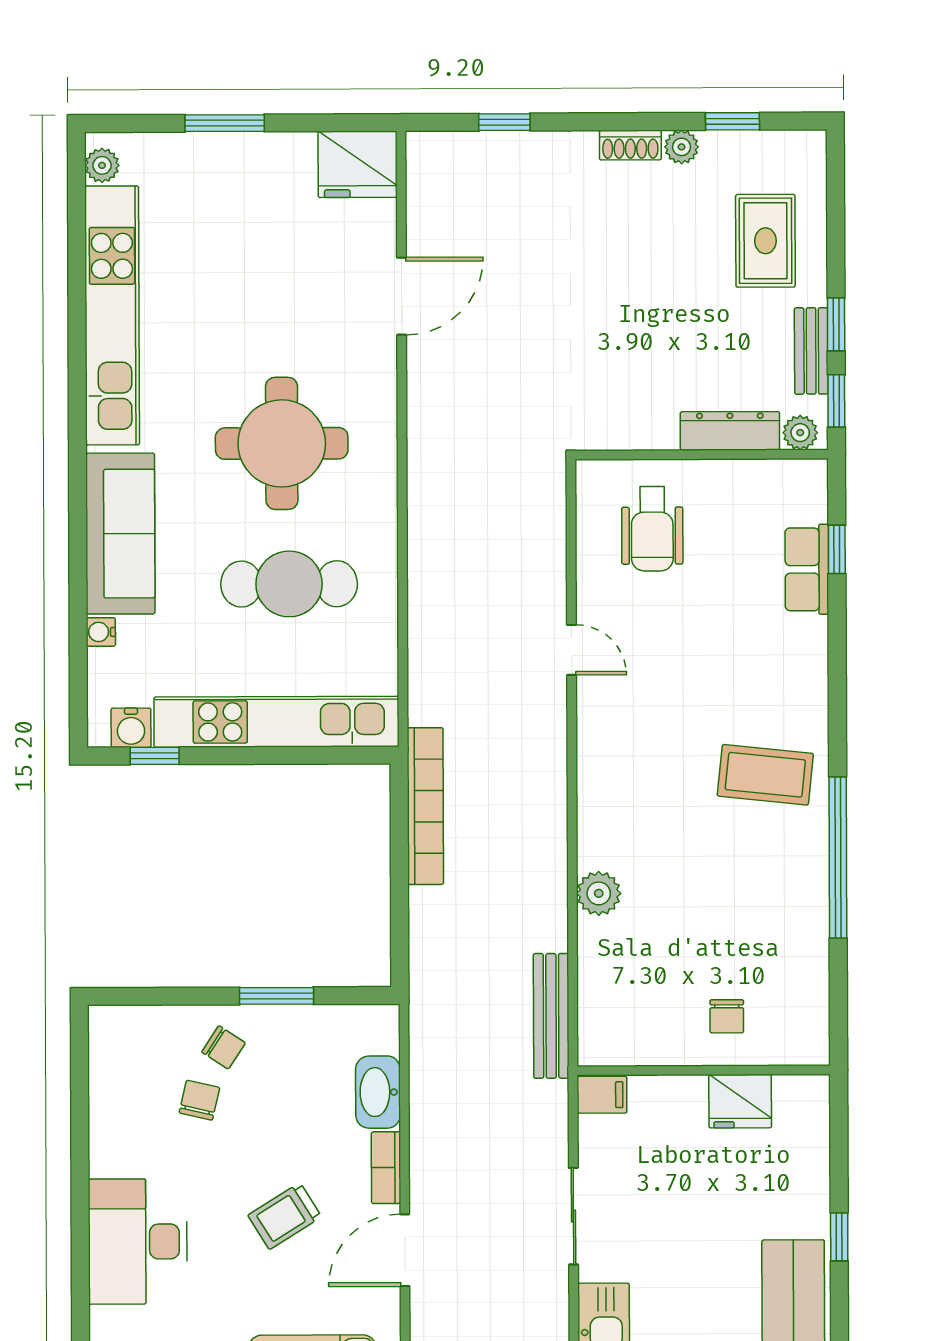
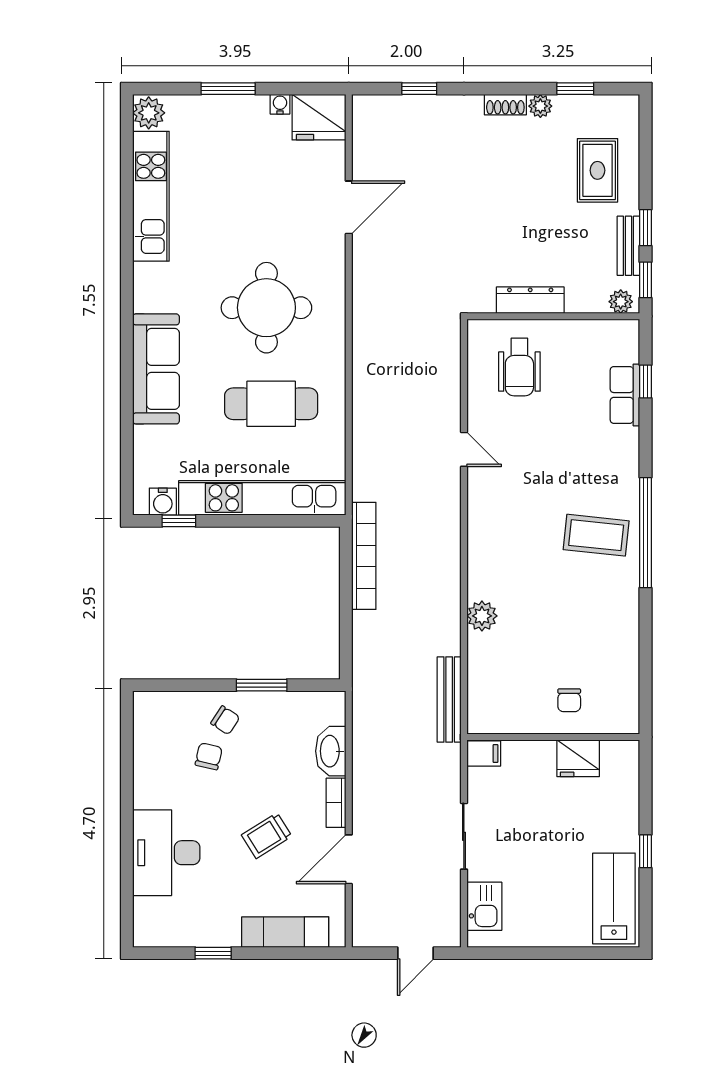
plant: (102, 165) -> (149, 113), width x1.38, depth x1.38
kitchen unit: (112, 315) -> (151, 196), width x0.73
dresser: (730, 431) -> (530, 300), moved
water cooler: (101, 632) -> (280, 104), moved, turned 90
window: (838, 858) -> (646, 533), moved

